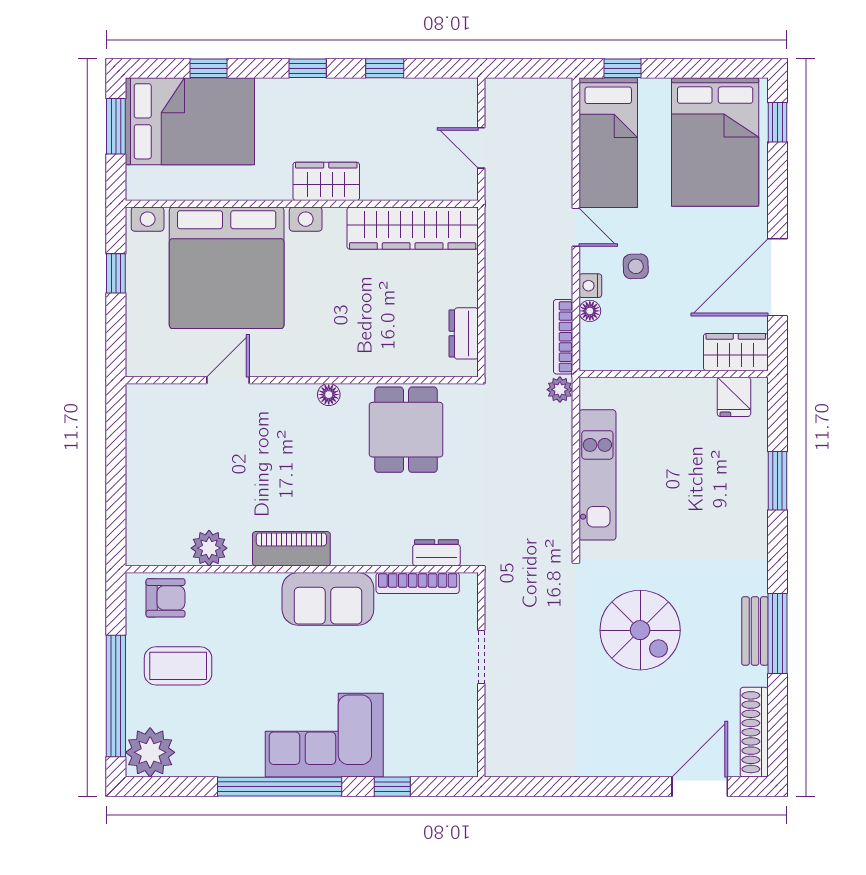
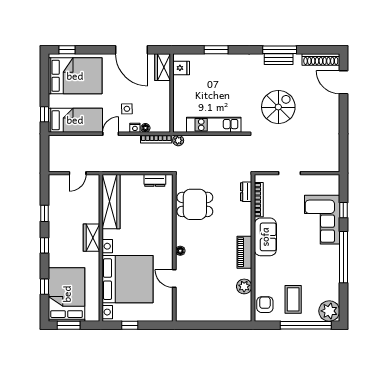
floor lamp: (329, 395) -> (180, 251), moved
corner sofa: (324, 735) -> (322, 220), moved

